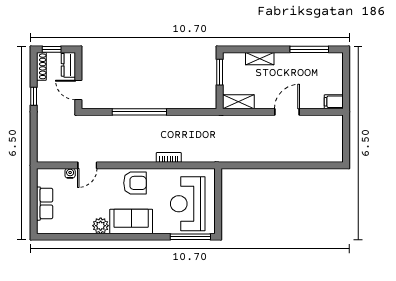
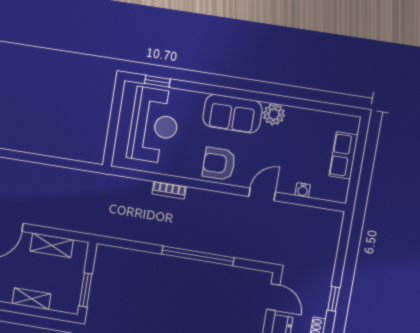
shelving: (238, 102) -> (52, 245), moved
door: (87, 165) -> (262, 194), moved
window: (190, 237) -> (157, 81), width x0.46

